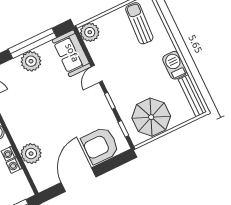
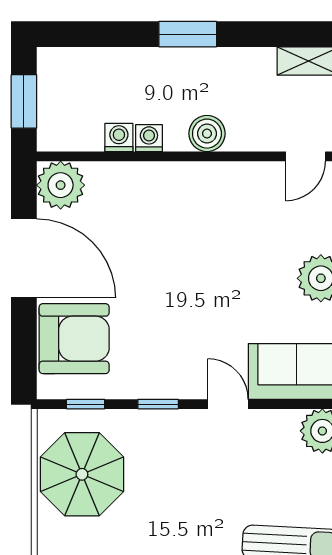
armchair: (100, 145) -> (74, 339), turned 90
plant: (31, 154) -> (61, 185), moved

